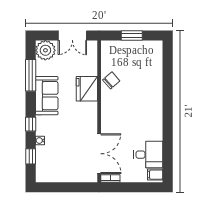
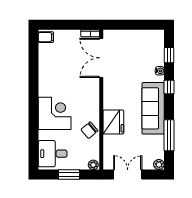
plant: (107, 45) -> (93, 165), added
plant: (45, 50) -> (159, 165), width x0.53, depth x0.53
sofa: (47, 96) -> (153, 108), width x1.36
corner desk: (146, 97) -> (55, 113), added
desk: (148, 155) -> (53, 154), moved

